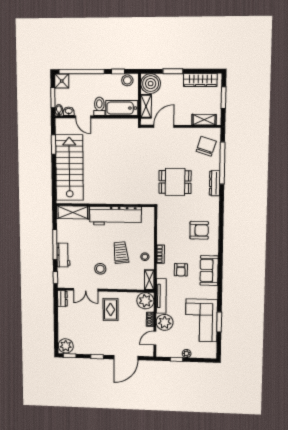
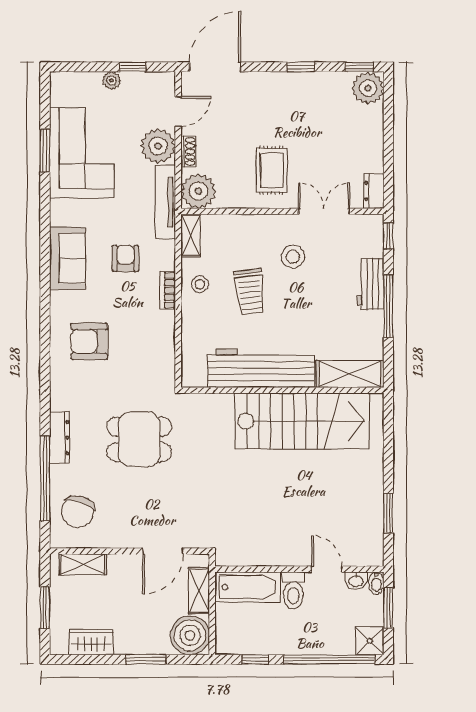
stool: (127, 80) -> (237, 642), removed
wardrobe: (200, 80) -> (91, 642), width x0.67
stairs: (69, 168) -> (302, 421), moved, turned -90
door: (126, 358) -> (215, 67), moved

